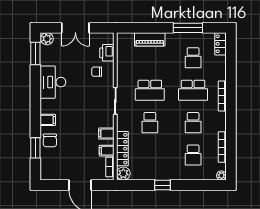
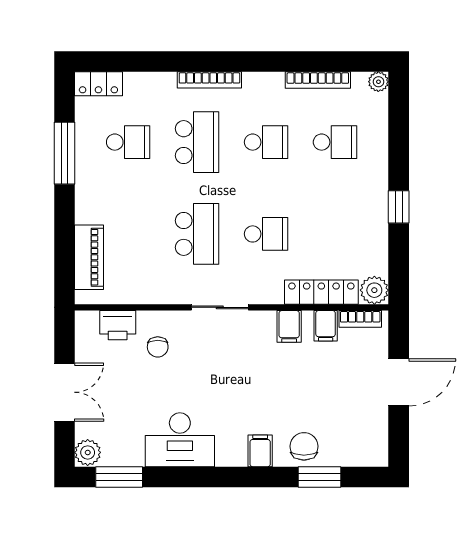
piano: (150, 39) -> (89, 257), moved
chair: (50, 140) -> (304, 446), turned -90

